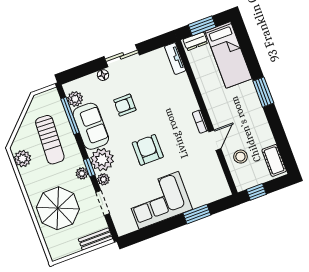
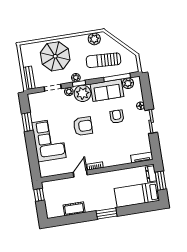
door: (215, 140) -> (80, 174), swing flipped
stool: (240, 157) -> (65, 189), removed
cot: (274, 160) -> (74, 209), moved
corner sofa: (159, 200) -> (49, 140), moved
window: (197, 214) -> (27, 122), moved

